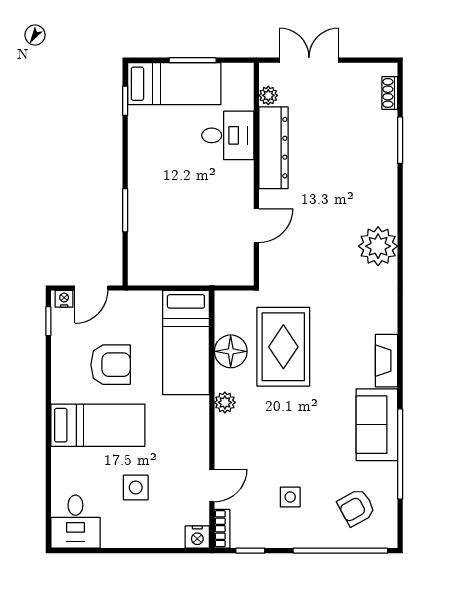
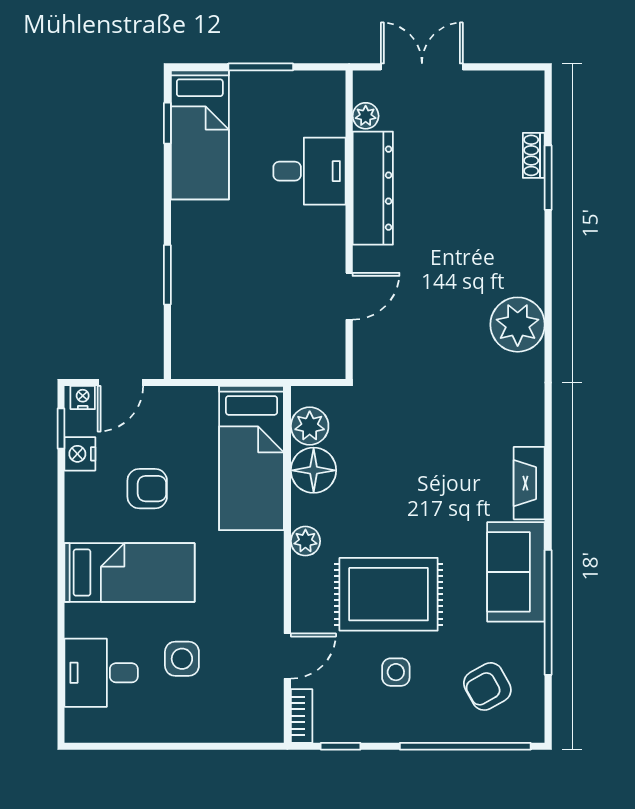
bed: (174, 84) -> (200, 135), moved, turned 90
shoe rack: (390, 93) -> (534, 155), moved
plant: (228, 319) -> (310, 426), added
rug: (283, 347) -> (389, 594), moved, turned 90
armchair: (111, 365) -> (147, 489), width x0.72, depth x0.72
desk: (75, 522) -> (101, 673), moved, turned 90
nightstand: (197, 537) -> (80, 454), moved, turned 90

